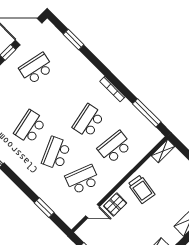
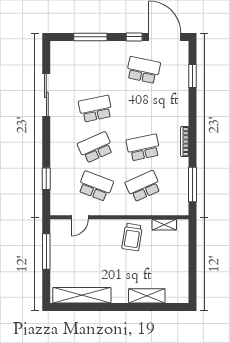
school desk: (115, 147) -> (143, 186), turned -30
shelving: (163, 151) -> (164, 225), moved
pallet: (115, 205) -> (101, 229), removed
door: (93, 211) -> (80, 217), hinge flipped

